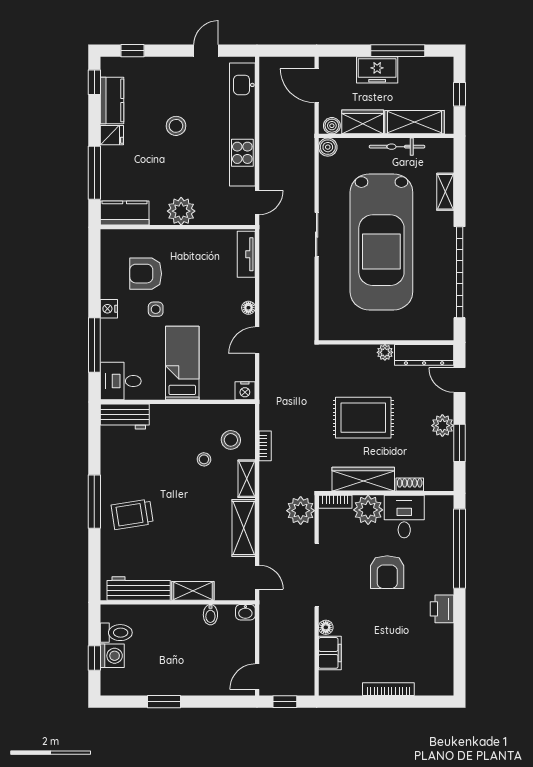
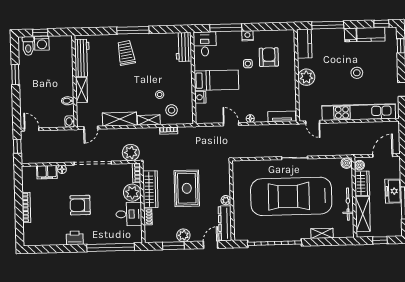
nightstand: (245, 391) -> (200, 97), moved
armchair: (387, 572) -> (80, 205), moved
toilet: (116, 633) -> (28, 46), moved

